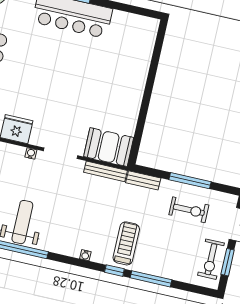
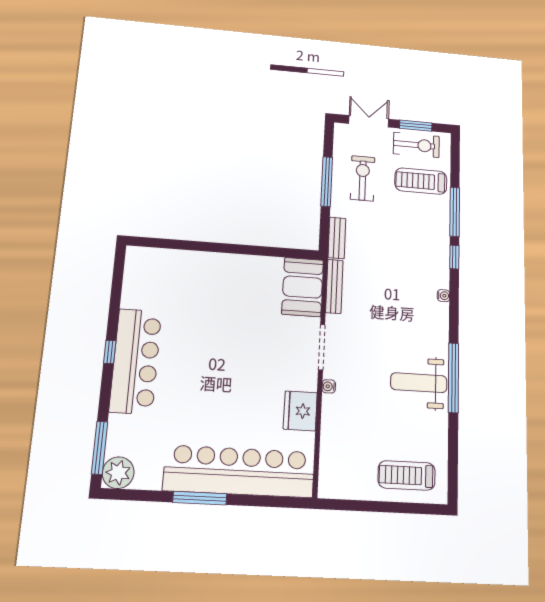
treadmill: (126, 243) -> (421, 181), moved

